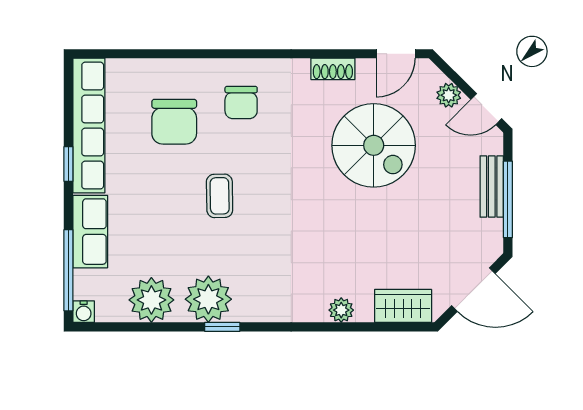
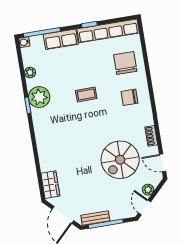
chair: (174, 122) -> (125, 63), moved, turned 90
bench: (492, 186) -> (95, 218), moved
plant: (151, 300) -> (30, 72), width x0.53, depth x0.53
plant: (341, 310) -> (44, 157), removed

